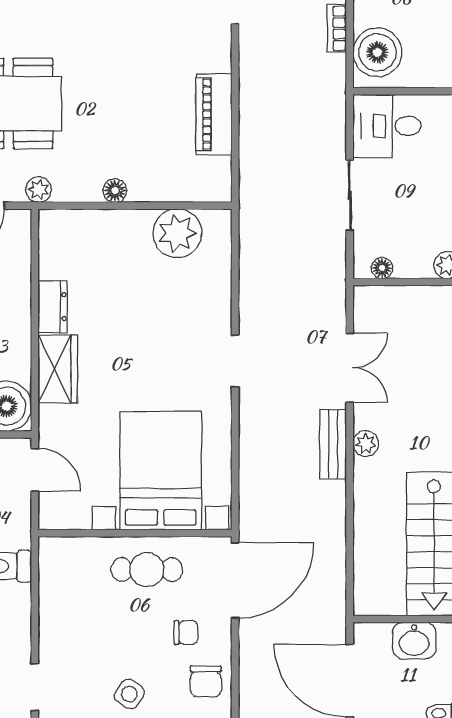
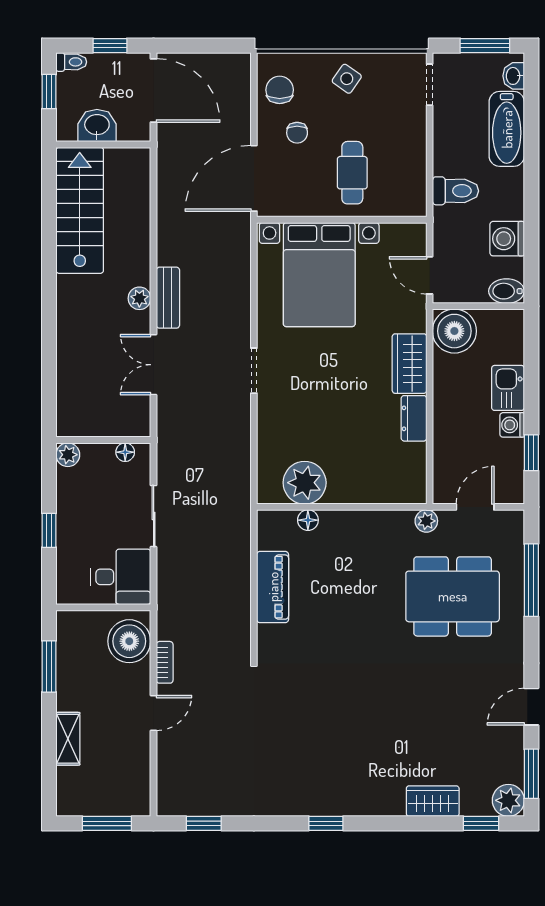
floor lamp: (115, 191) -> (308, 520), moved
cafe table: (147, 570) -> (352, 173), moved, turned 90
chair: (186, 632) -> (297, 133), turned -90

